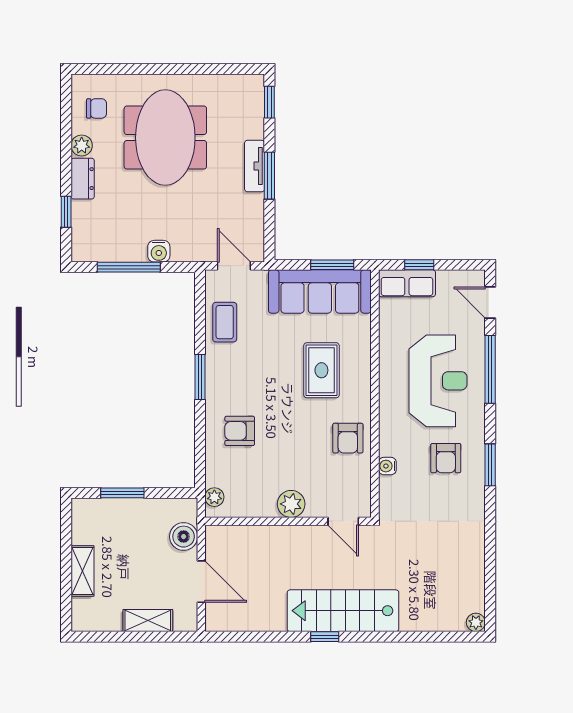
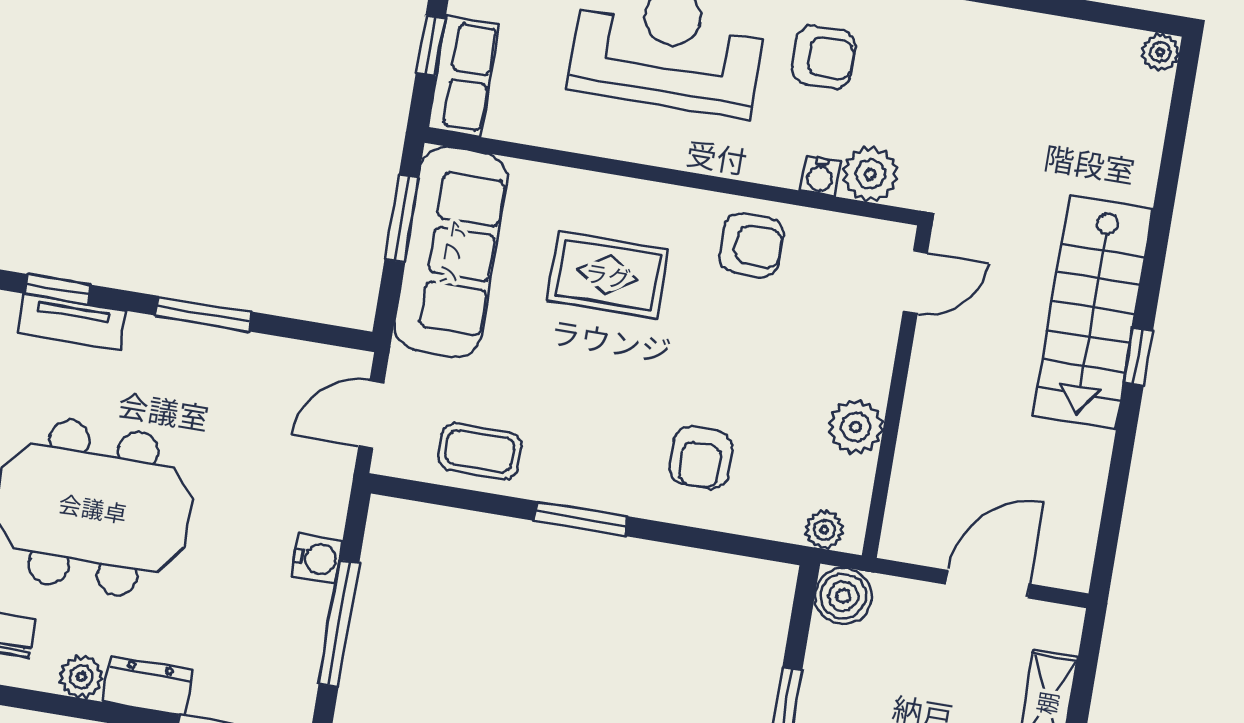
tv unit: (255, 166) -> (72, 322), moved
plant: (392, 491) -> (870, 174), added
plant: (291, 504) -> (856, 427), moved
boiler: (184, 537) -> (843, 596), moved

